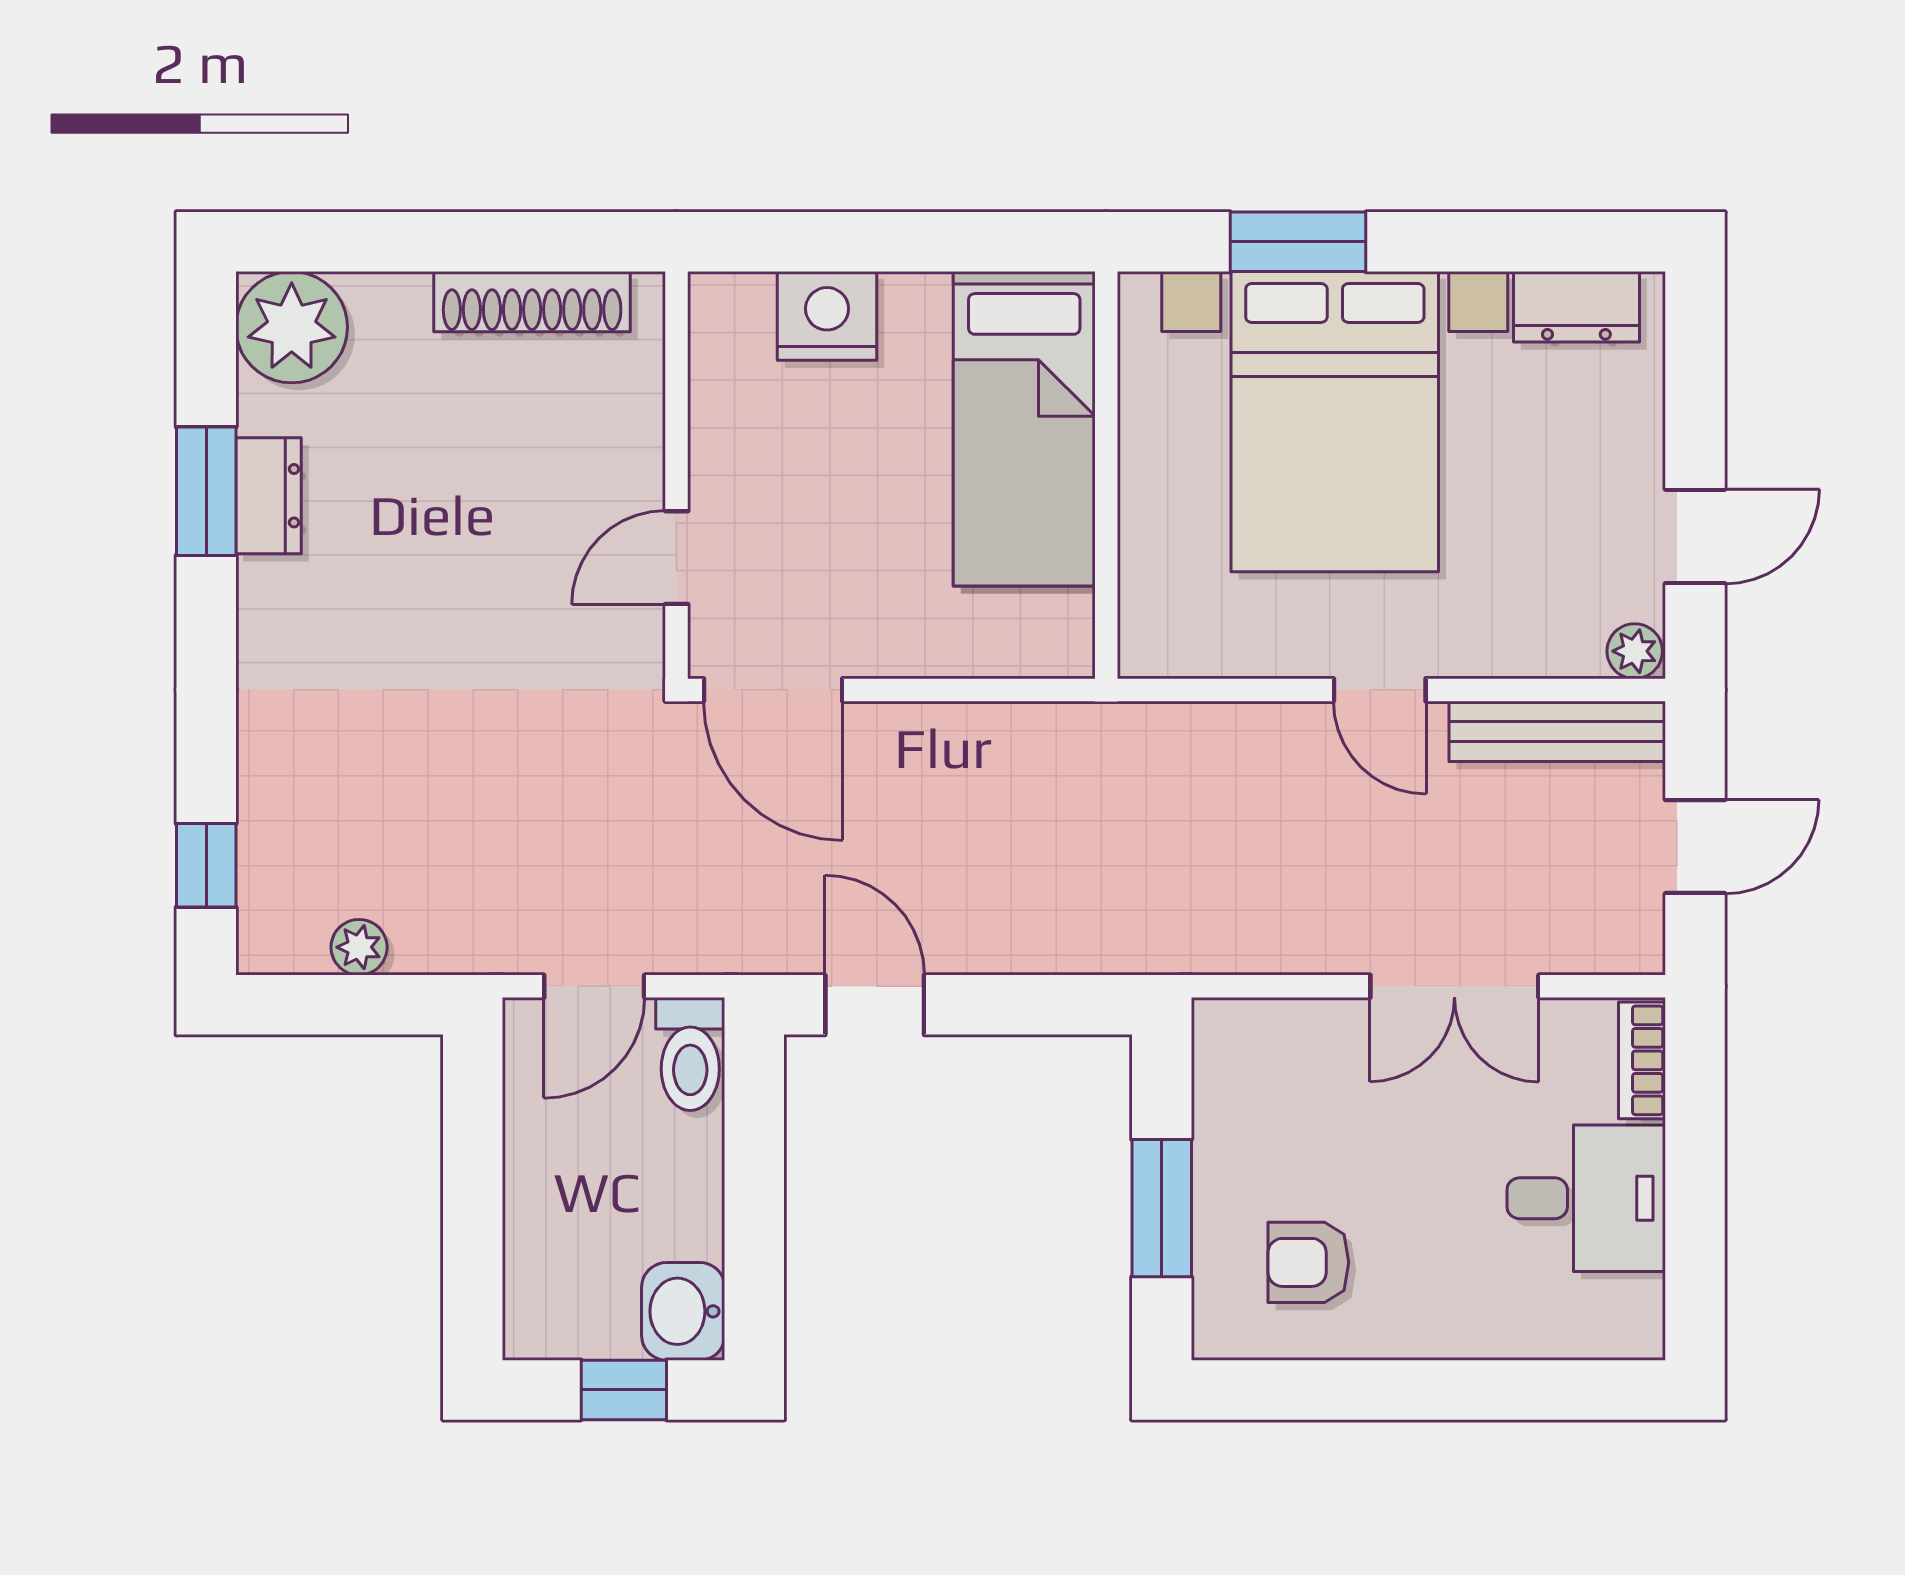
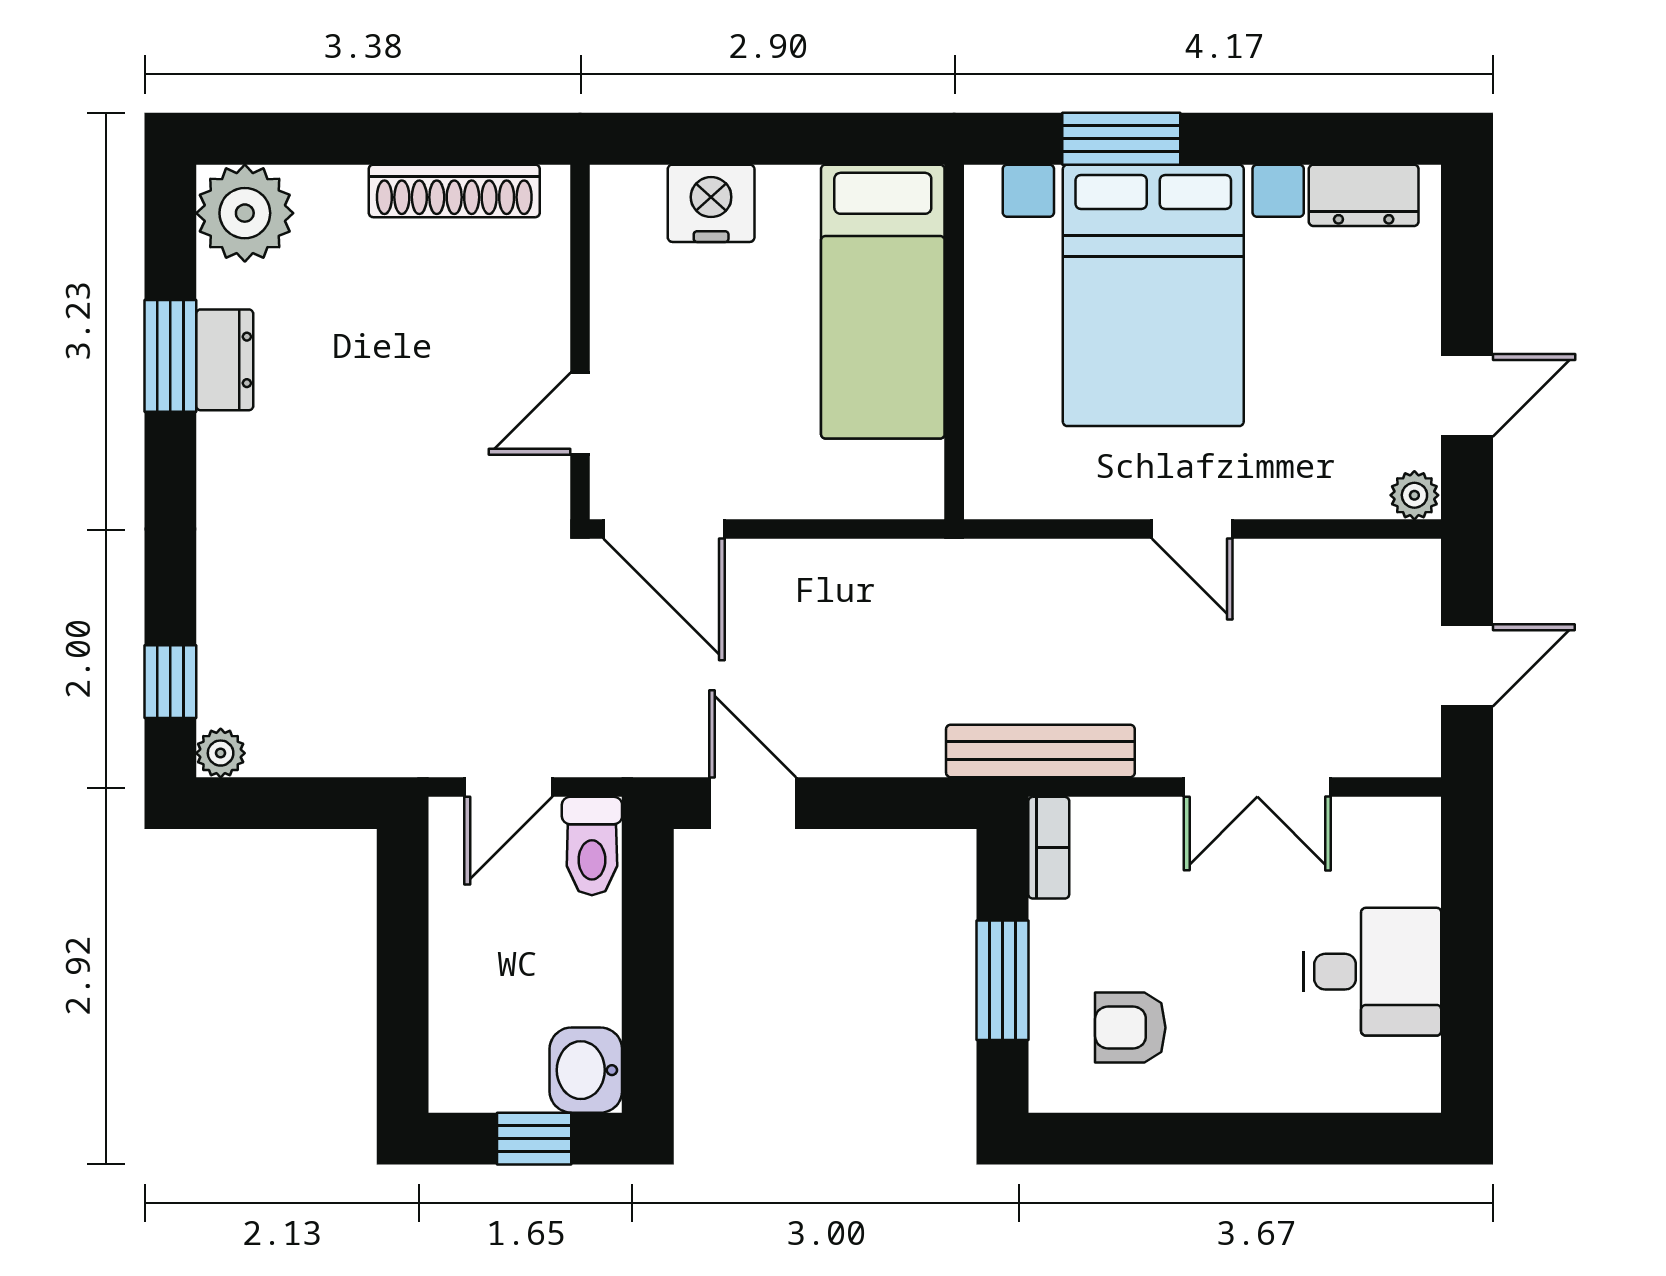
bench: (1557, 731) -> (1040, 751), moved
plant: (359, 947) -> (221, 753), moved
bookcase: (1642, 1060) -> (1049, 848), moved, turned 180

